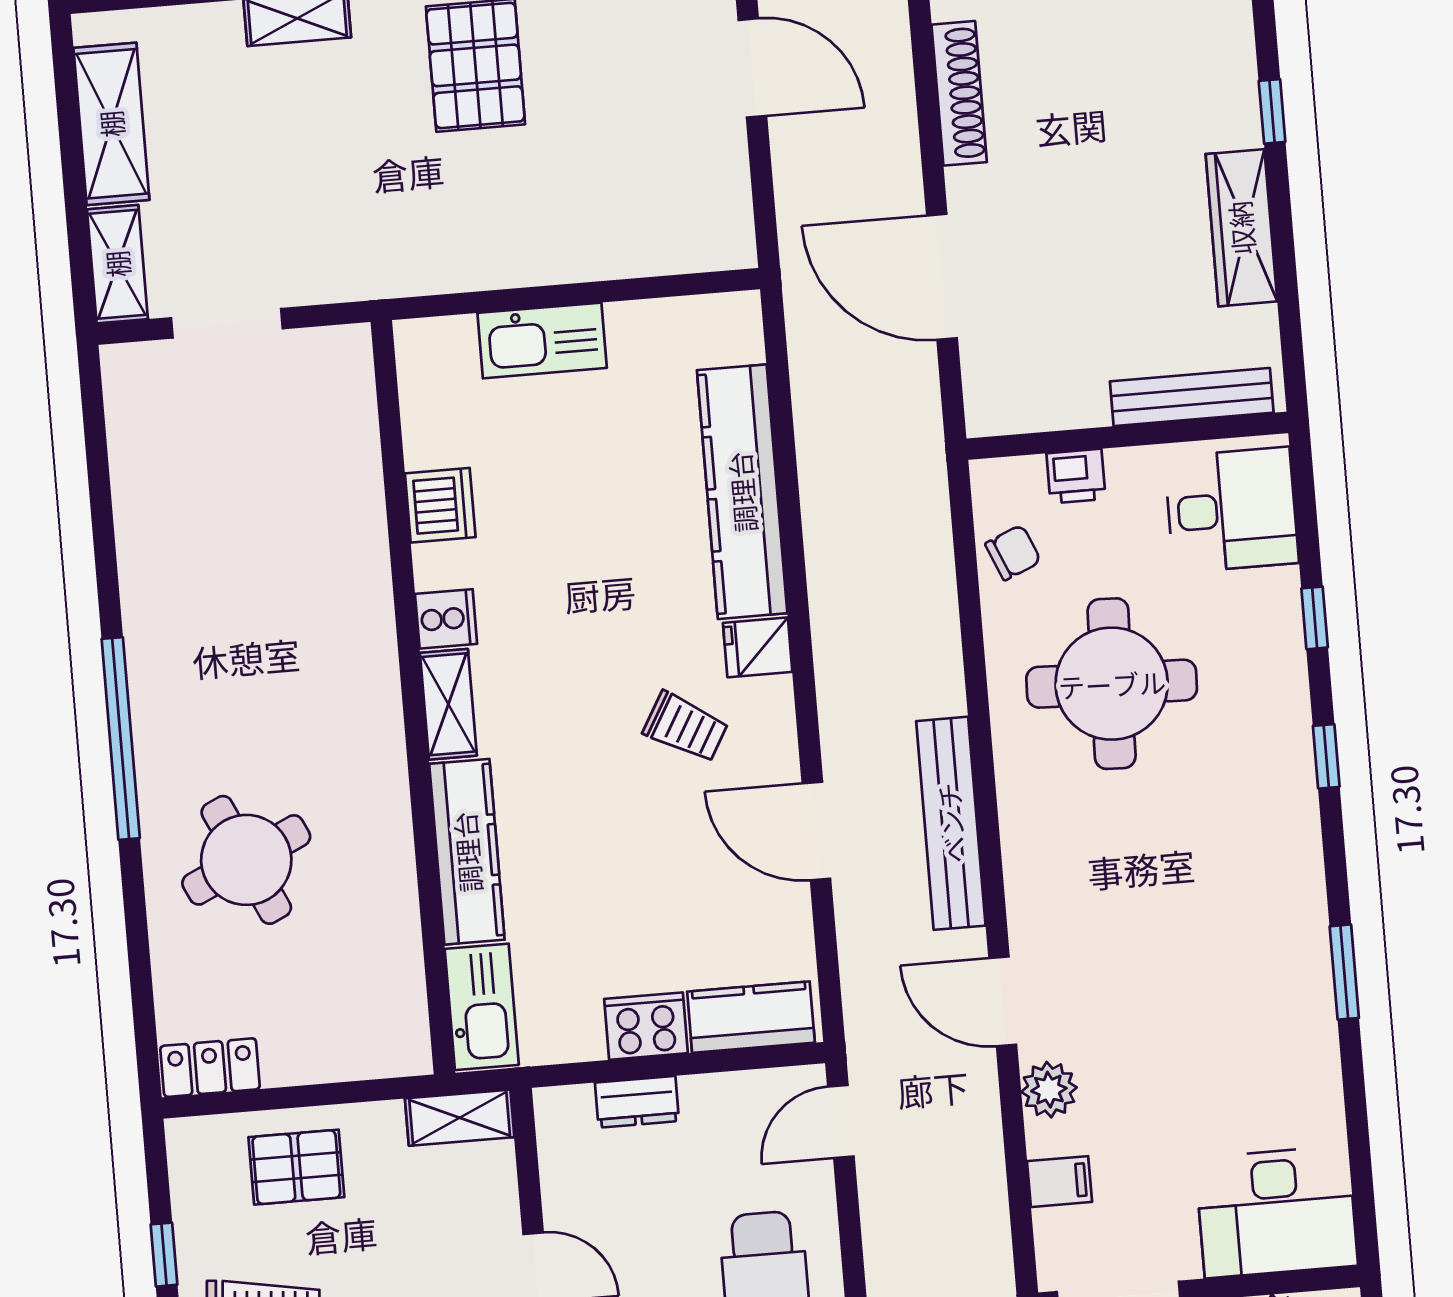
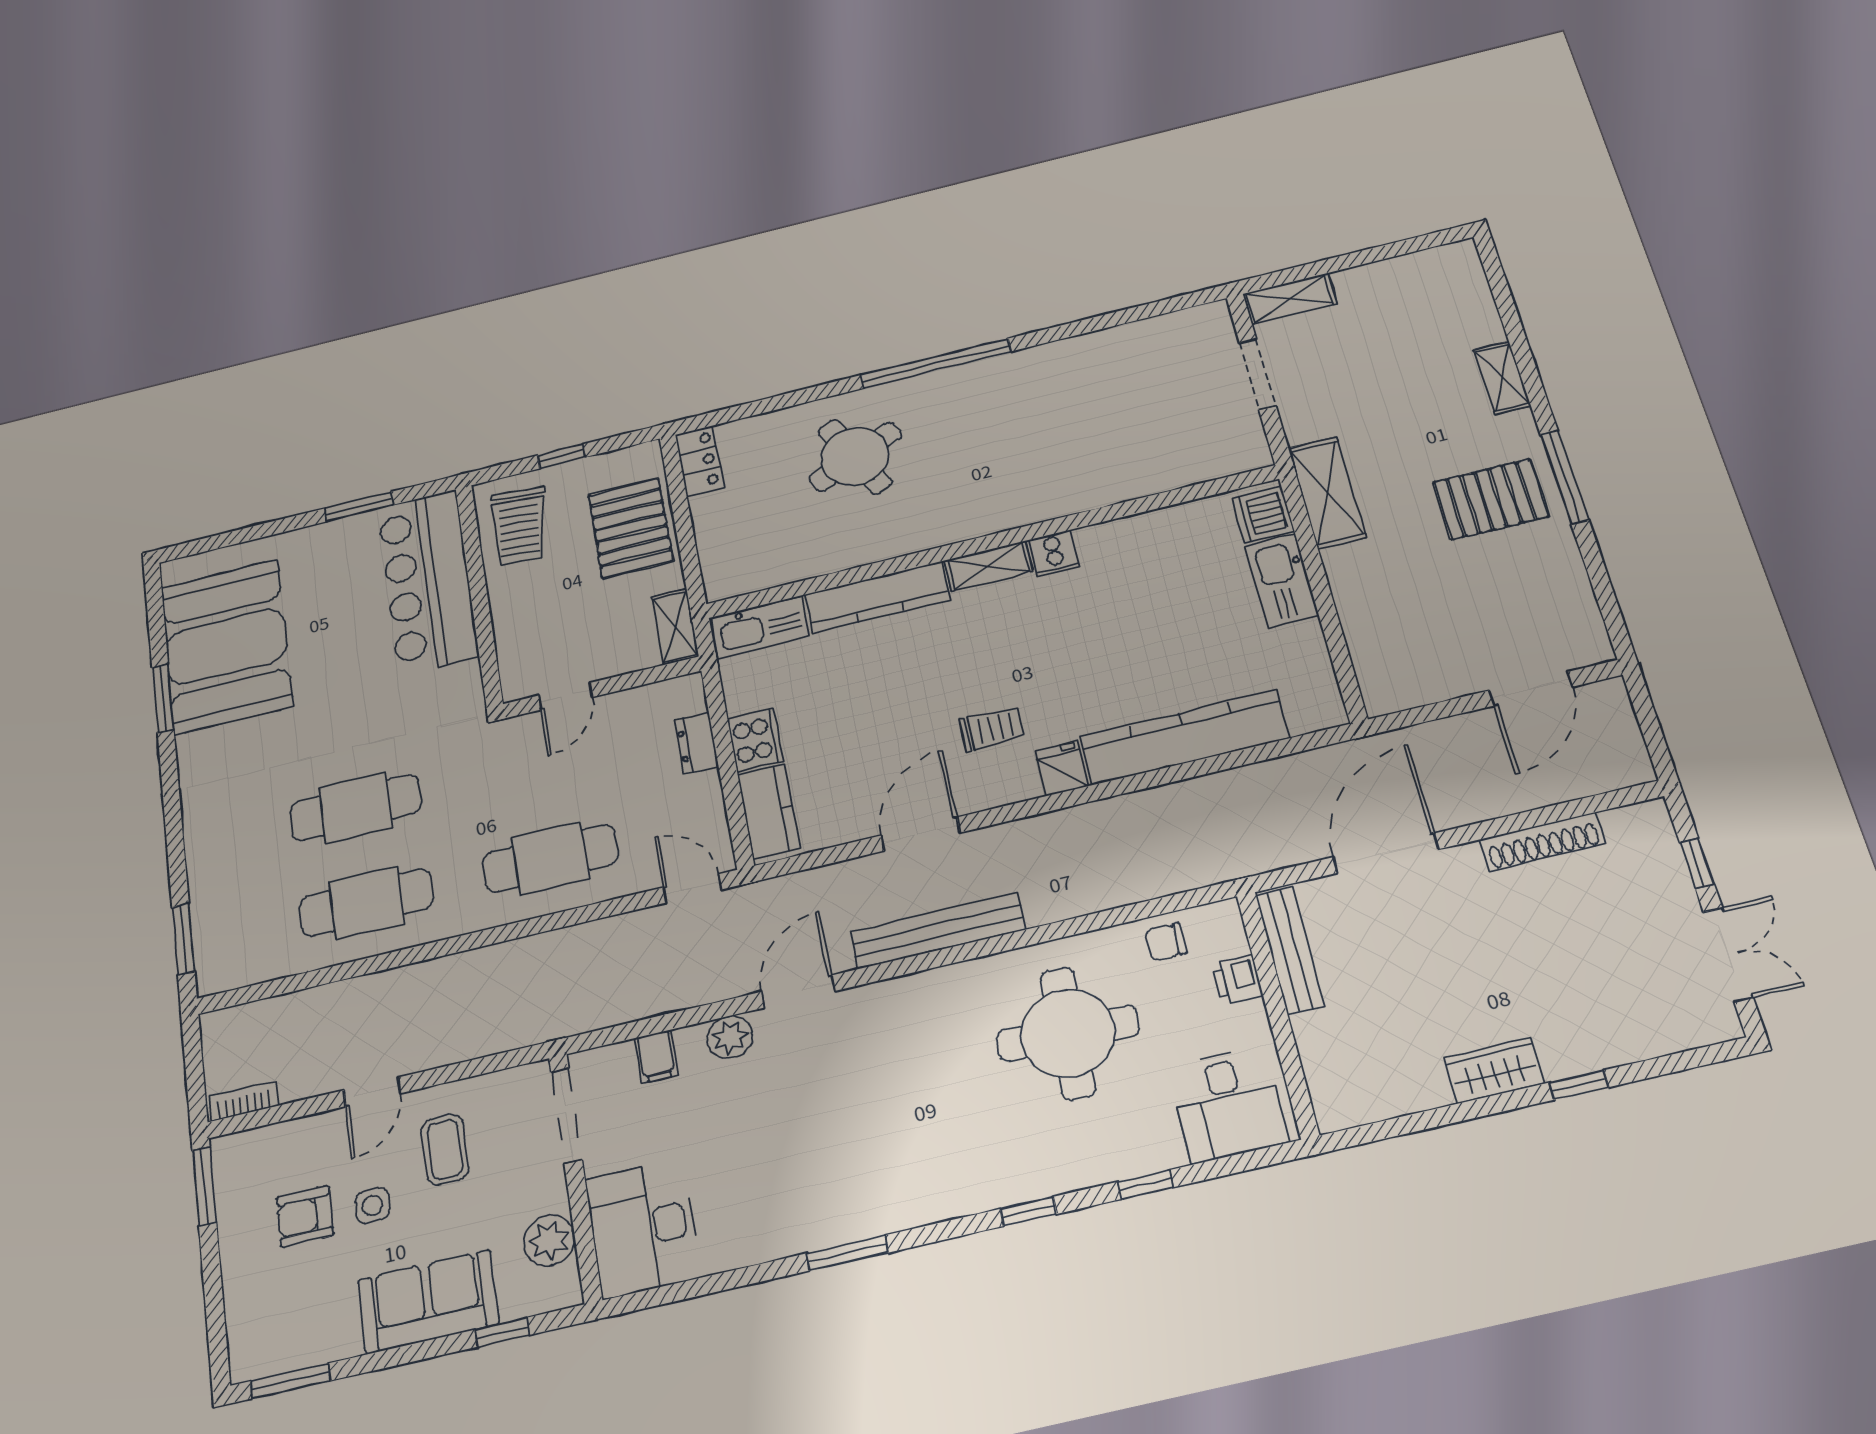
shelving: (111, 124) -> (1327, 493), moved, turned 90
wardrobe: (1241, 228) -> (1494, 1071), width x0.67
bench: (1192, 397) -> (1290, 950), moved
dishwasher: (440, 505) -> (1263, 515), moved, turned 90
chair: (1013, 553) -> (1166, 942), turned 113
trolley: (686, 727) -> (992, 729), turned -120
pallet: (296, 1167) -> (631, 528), width x1.50, depth x1.42

